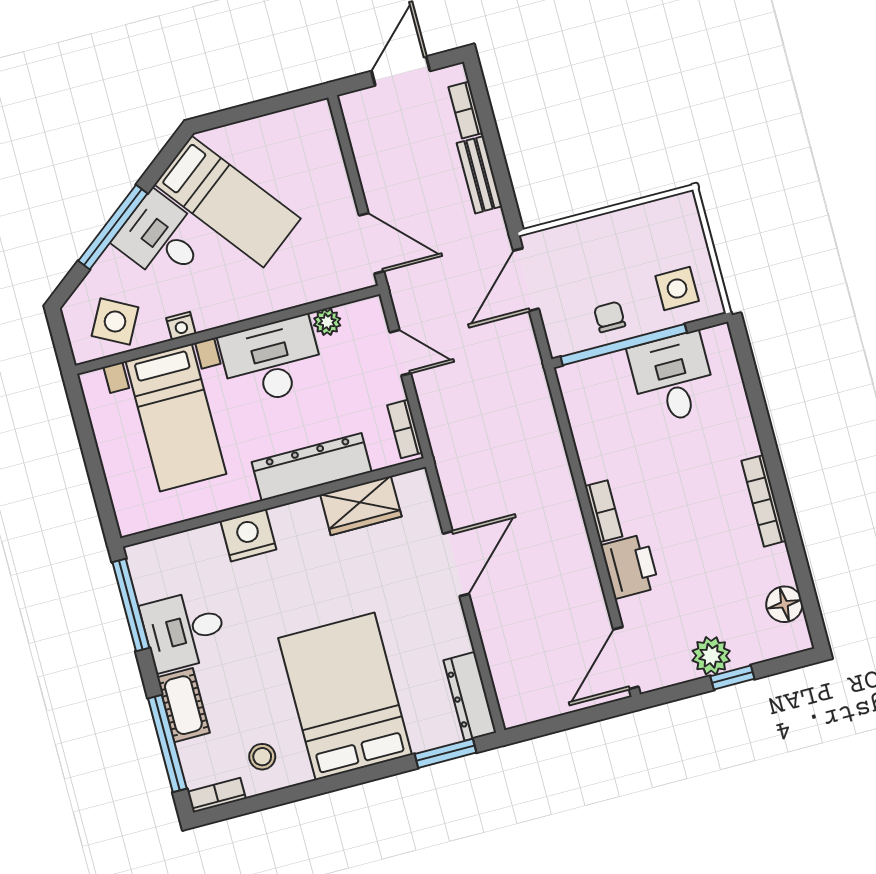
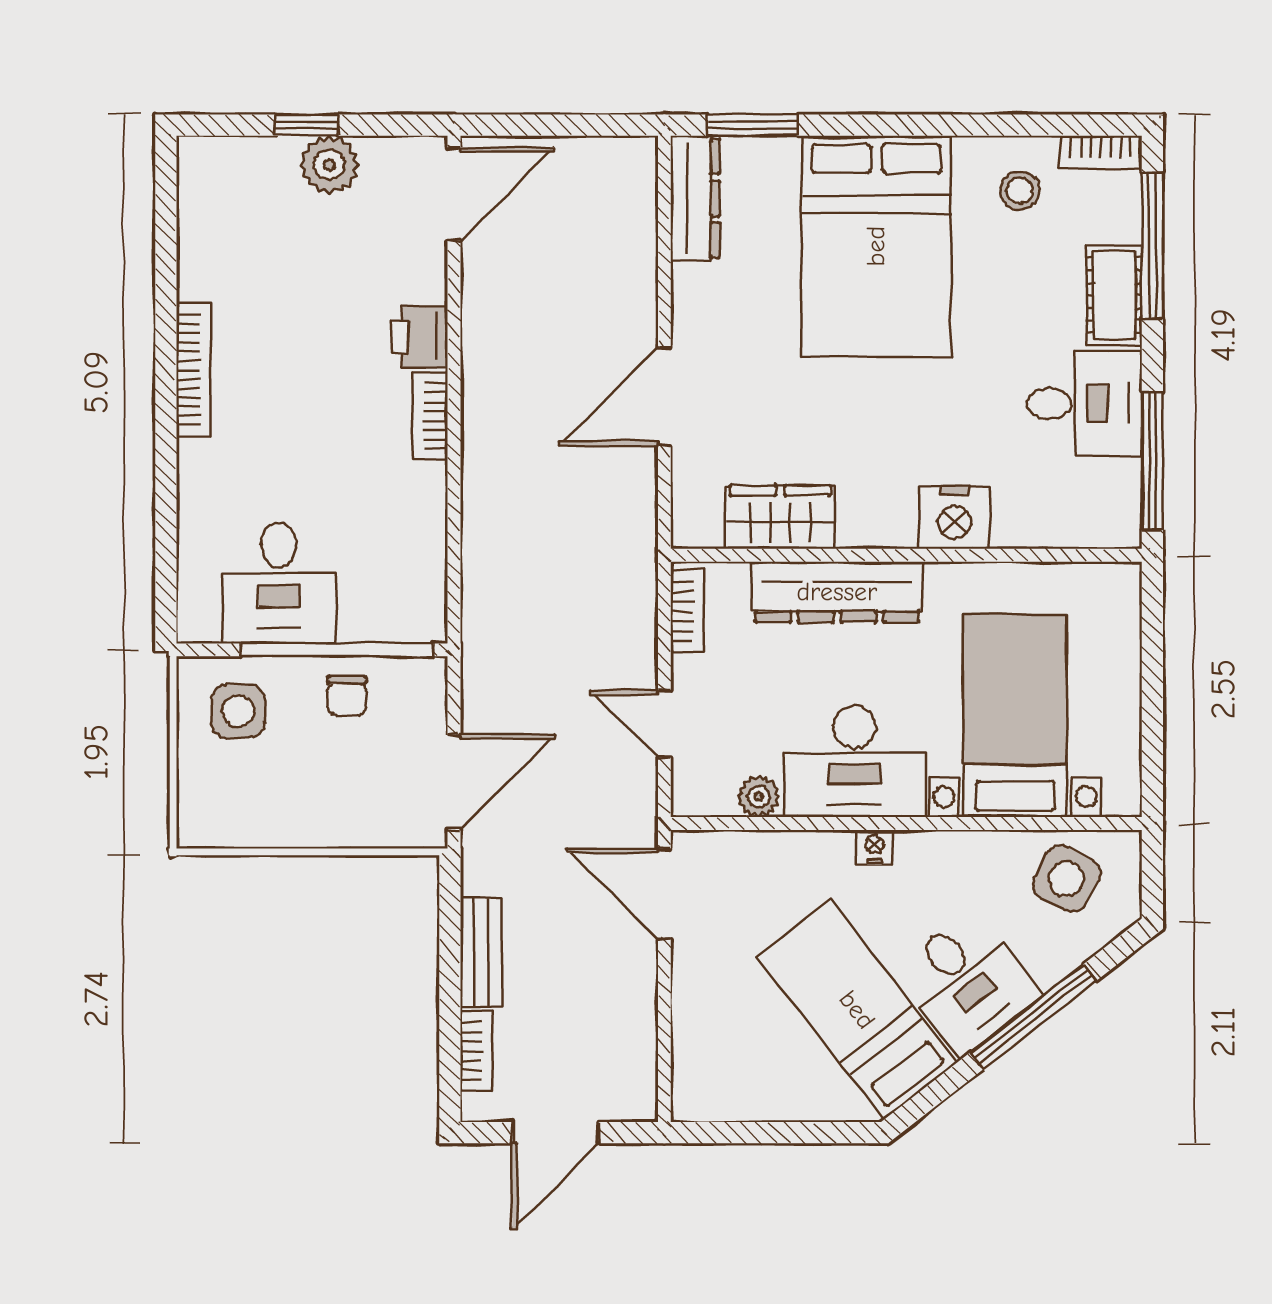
nightstand: (181, 326) -> (874, 847), moved
printer: (630, 566) -> (420, 337), width x0.73, depth x0.81
floor lamp: (784, 604) -> (203, 211), removed

